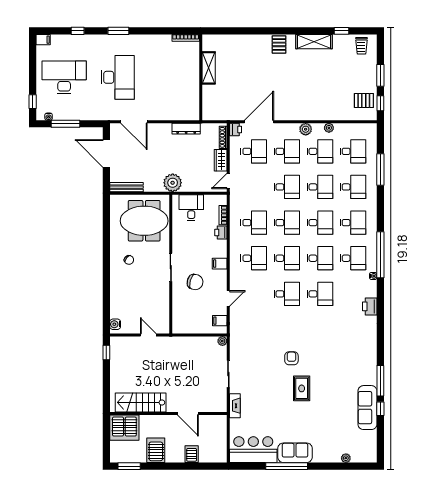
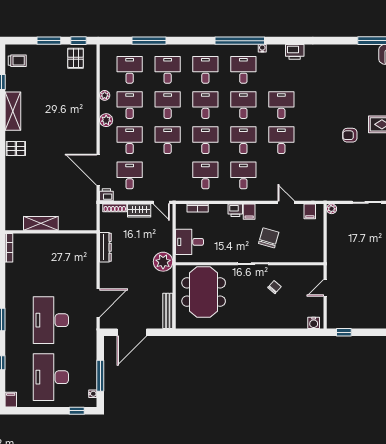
desk: (118, 77) -> (51, 320), turned -90
printer: (221, 233) -> (235, 210), moved
chair: (129, 260) -> (274, 287), moved

